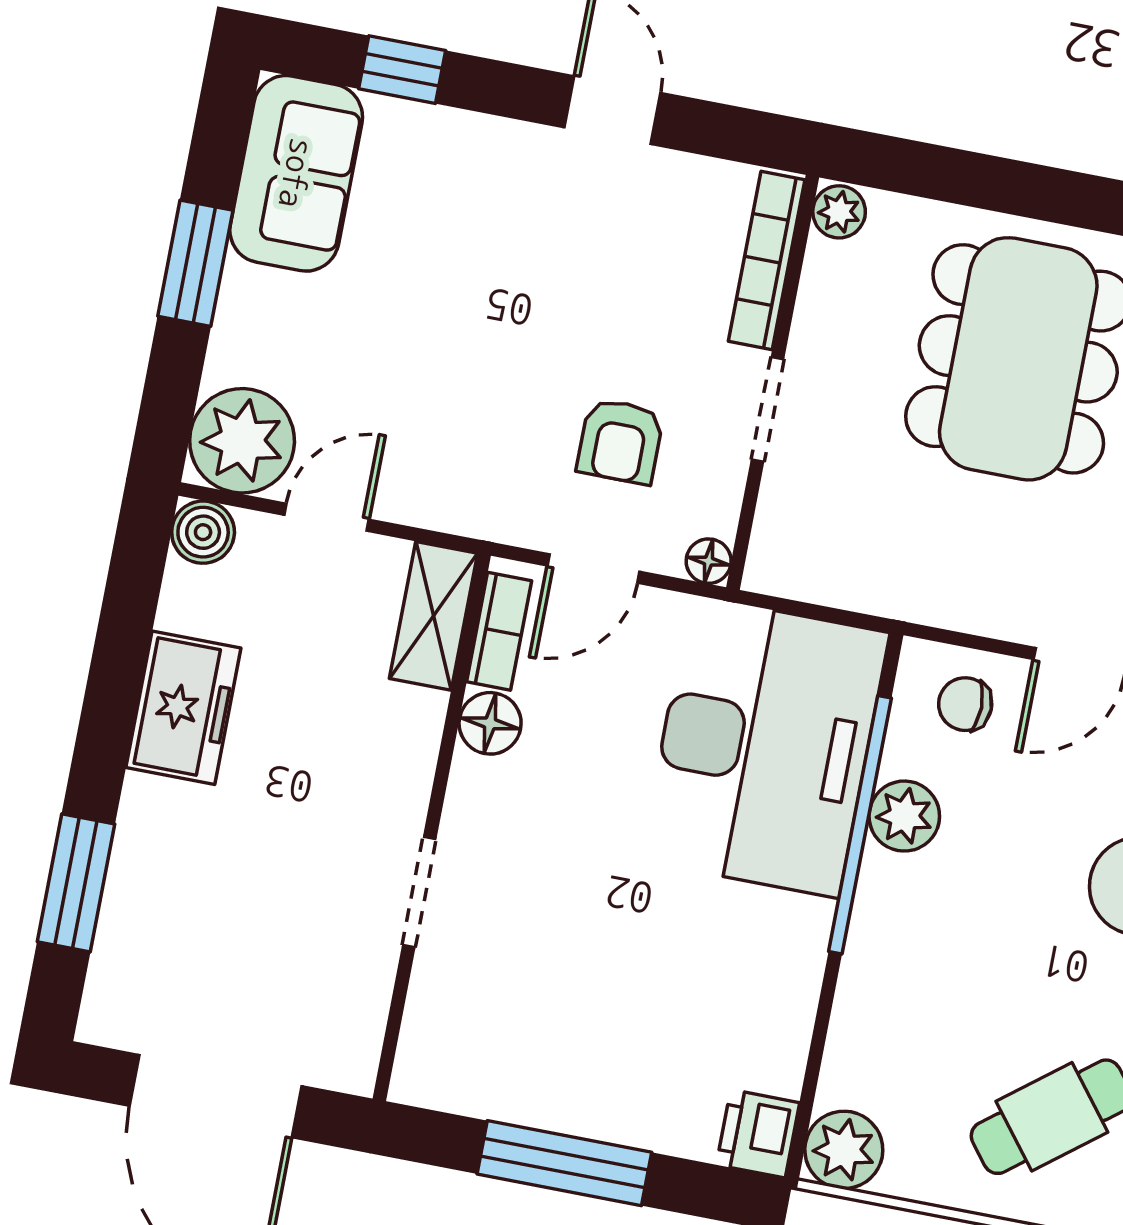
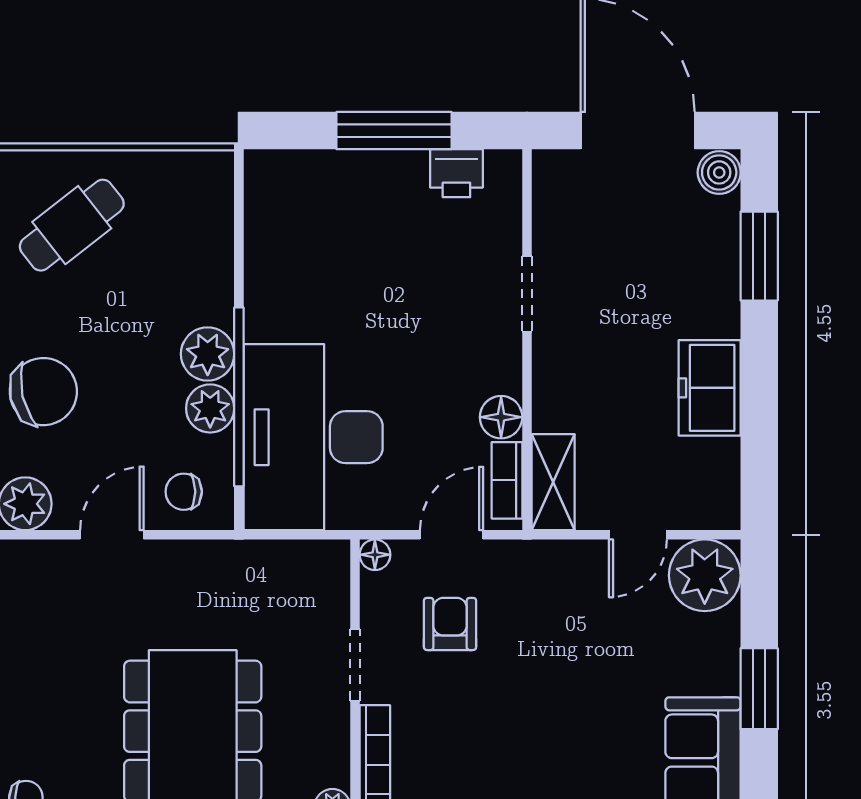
boiler: (203, 532) -> (719, 172), moved
chair: (965, 704) -> (184, 492), turned 180
printer: (758, 1134) -> (456, 173), moved, turned 90
plant: (844, 1150) -> (208, 354), moved

